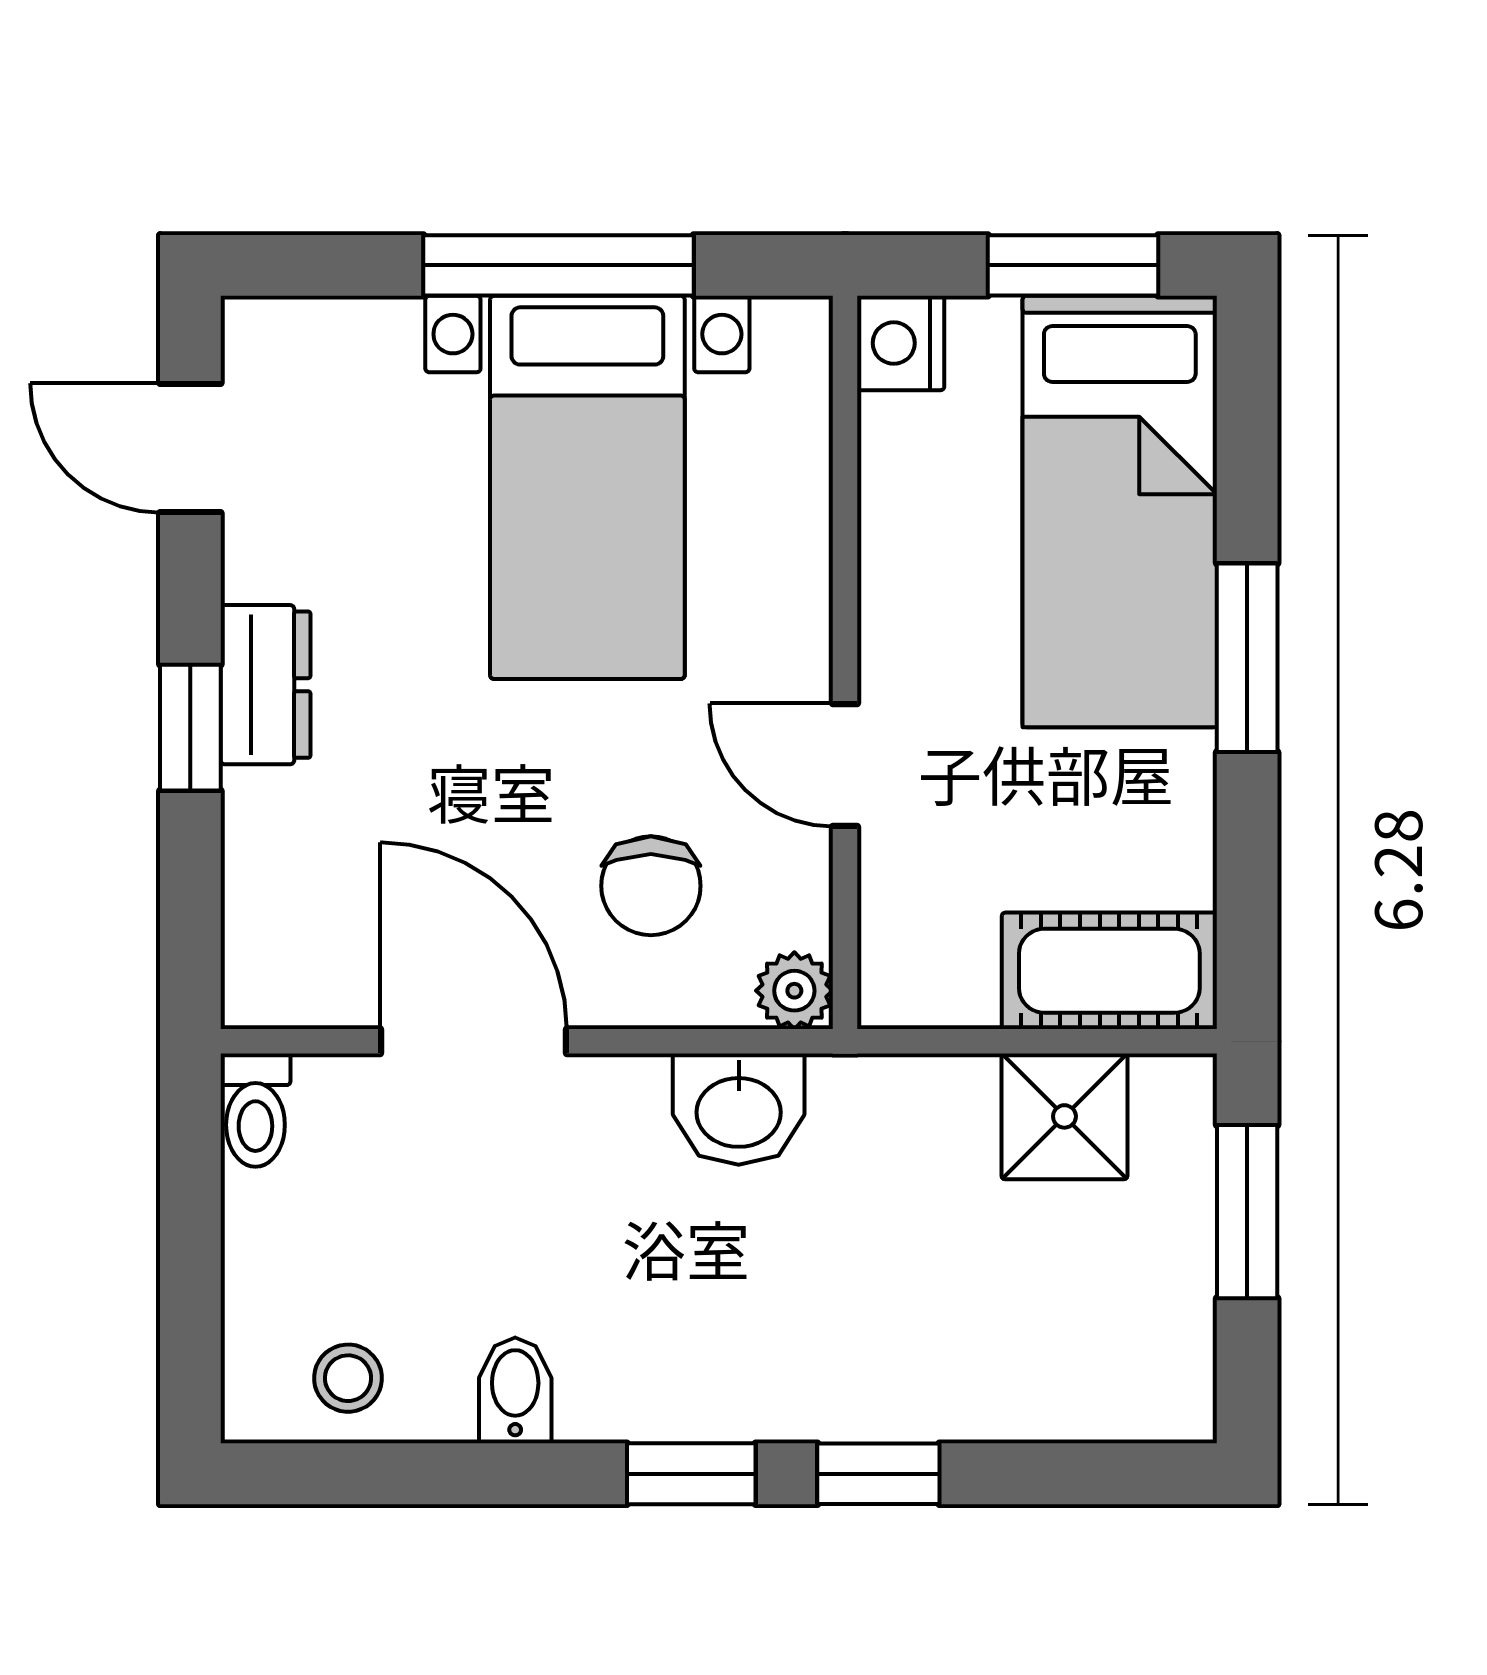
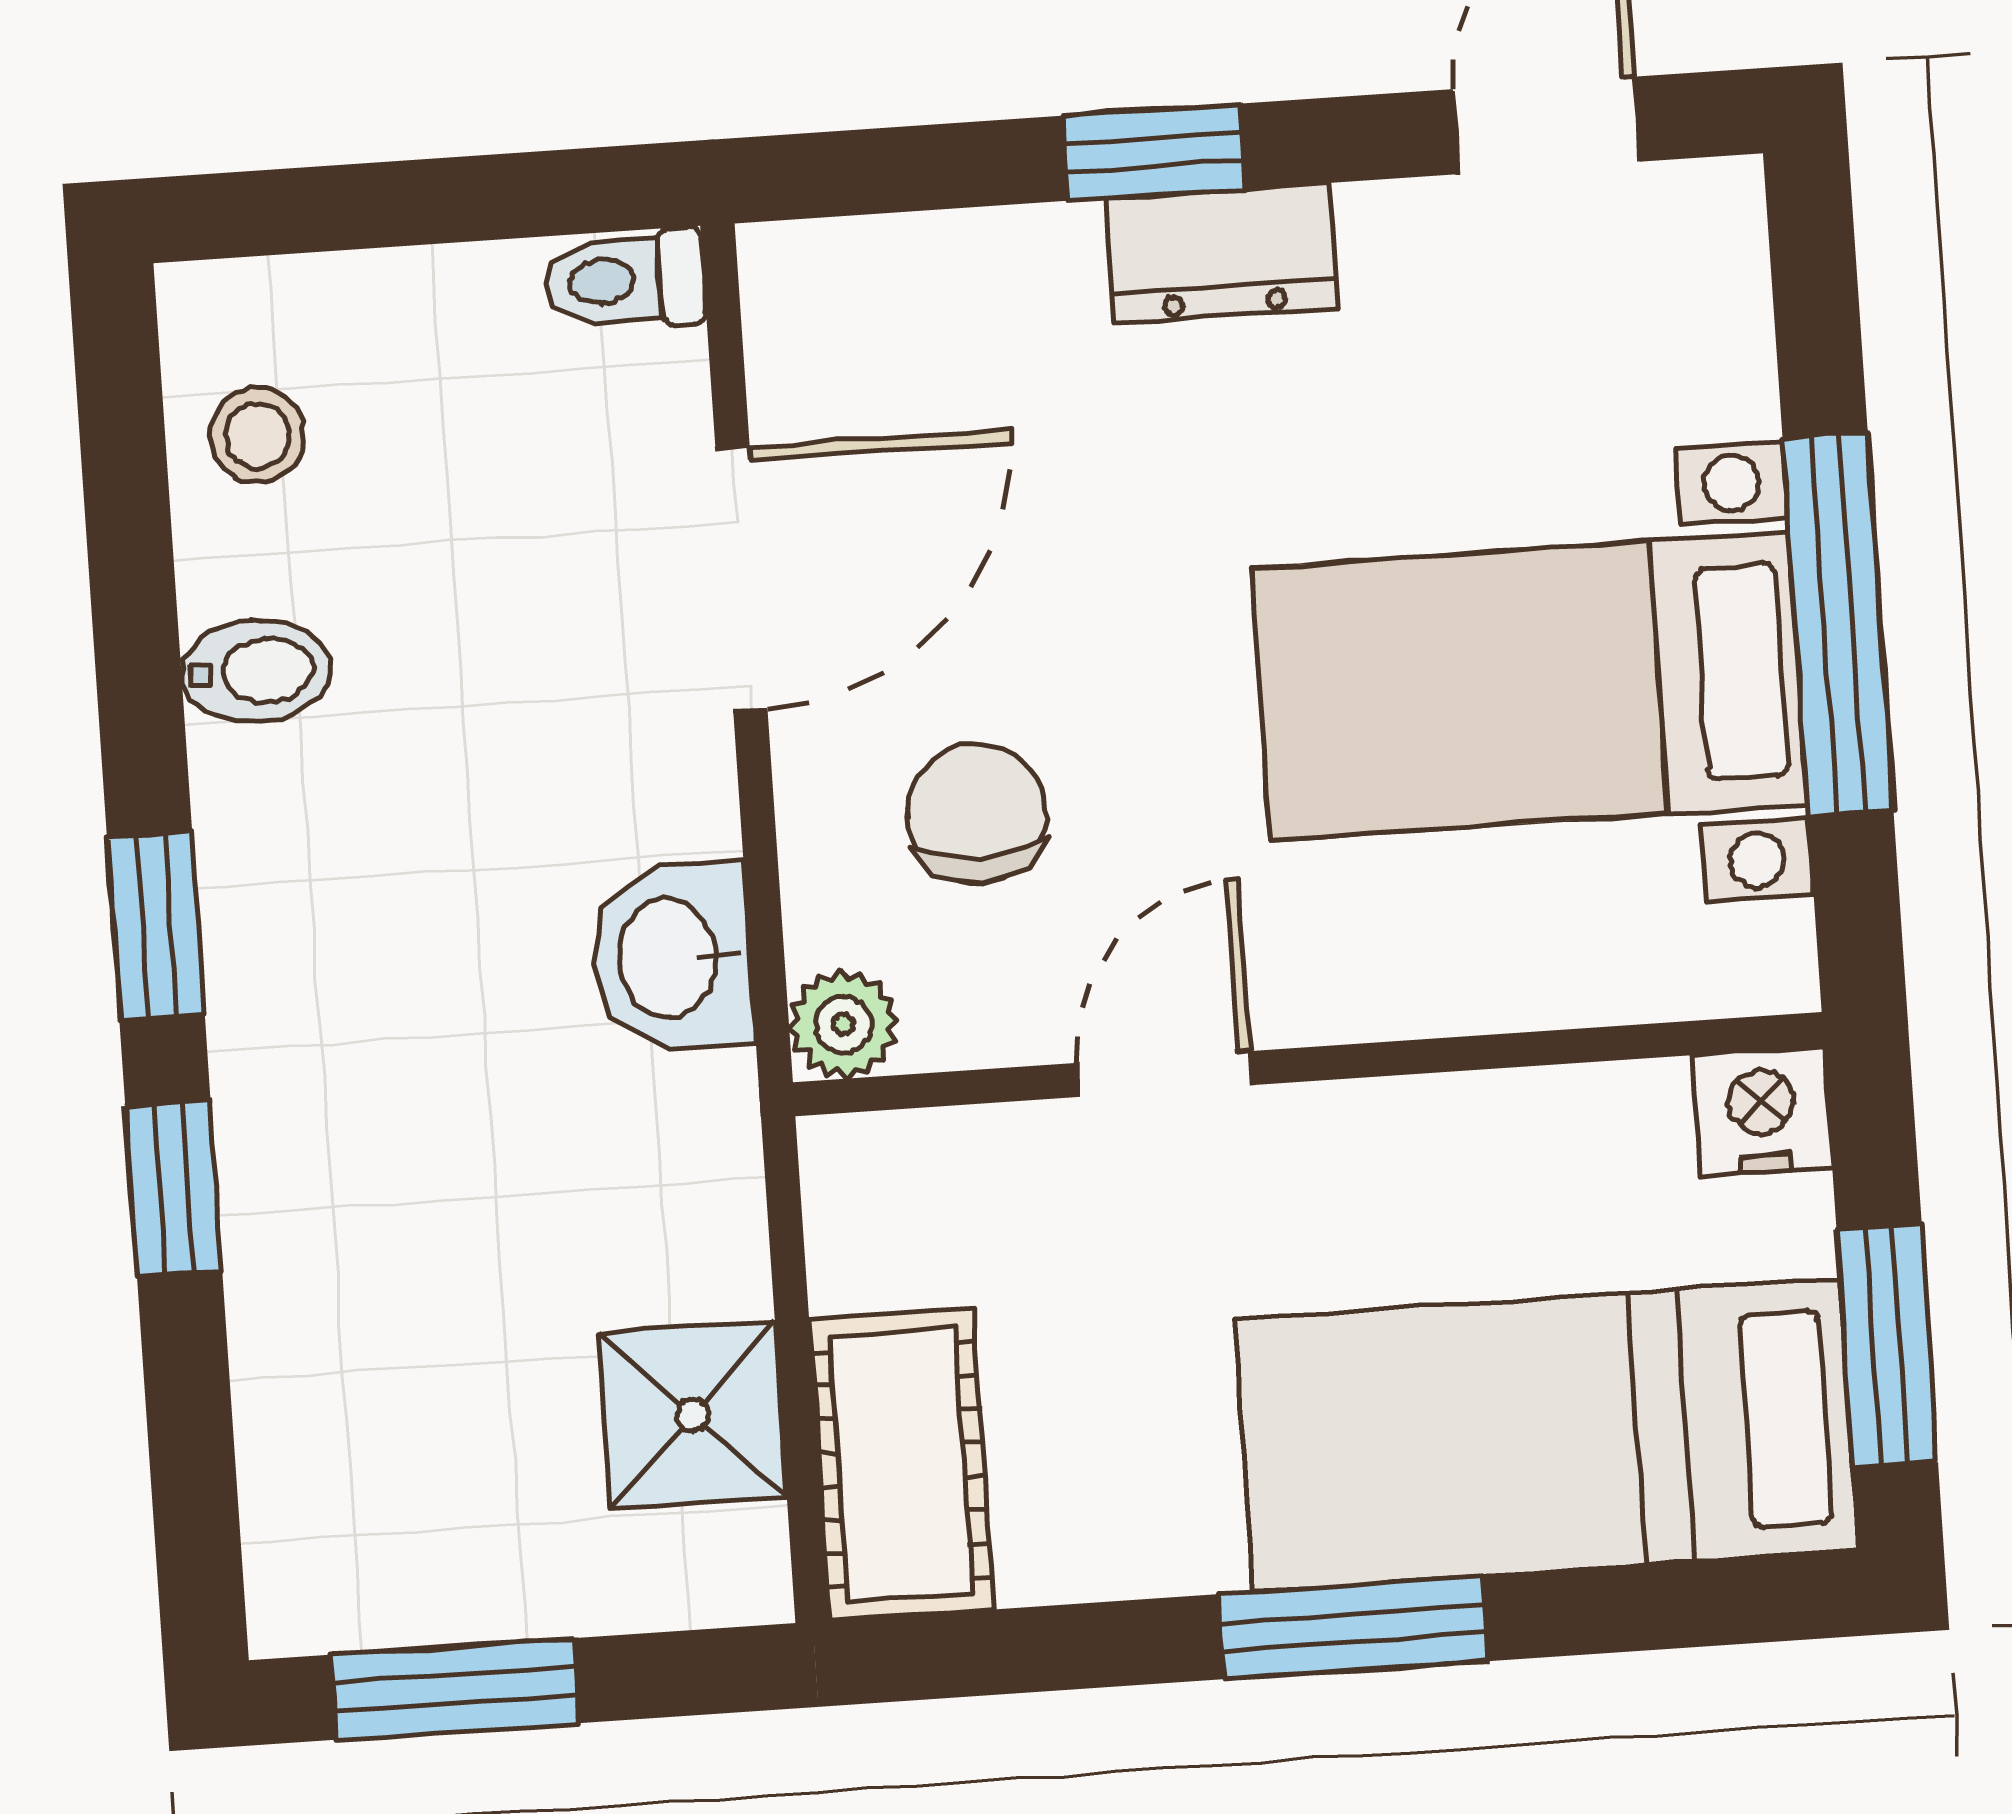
chair: (651, 886) -> (977, 813), turned 90
window: (1247, 1212) -> (455, 1689), moved

